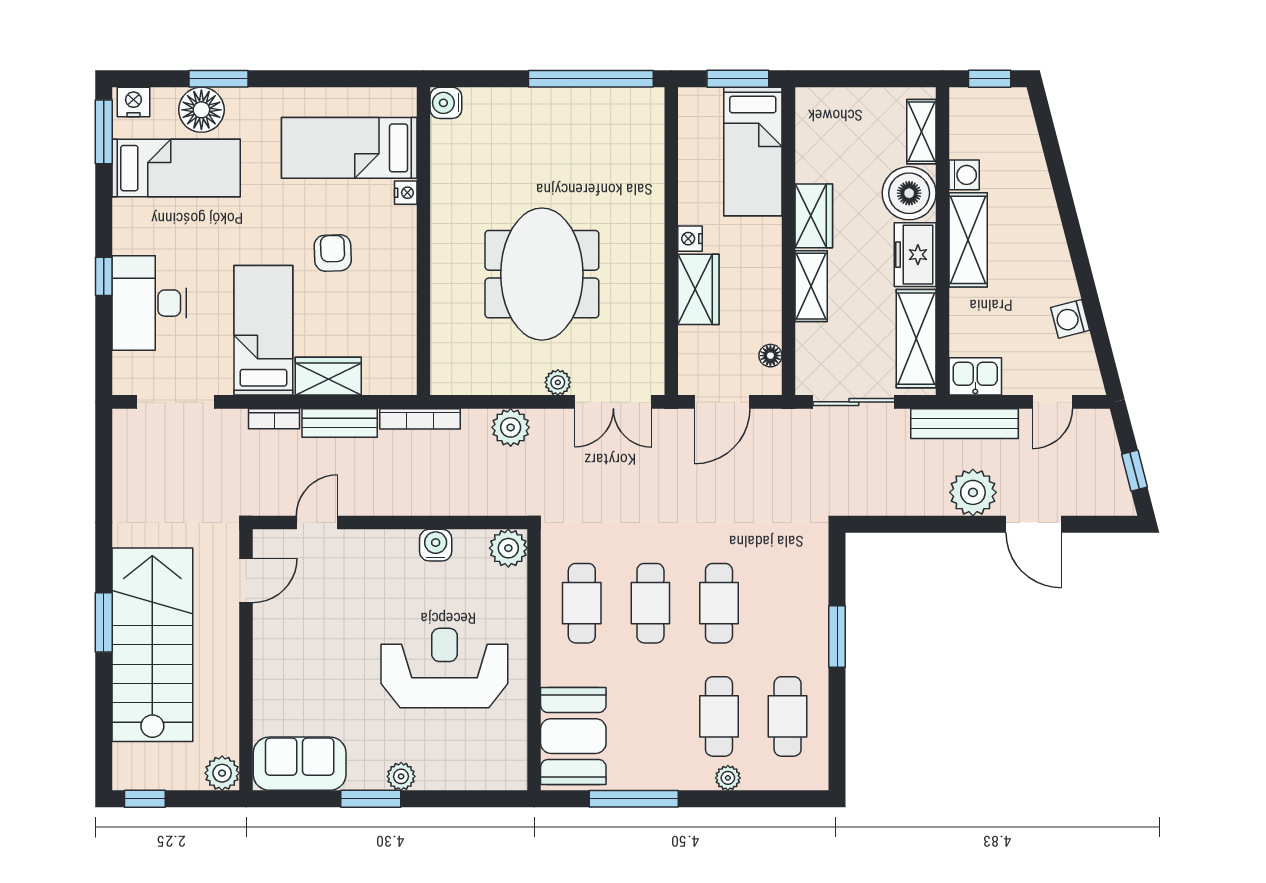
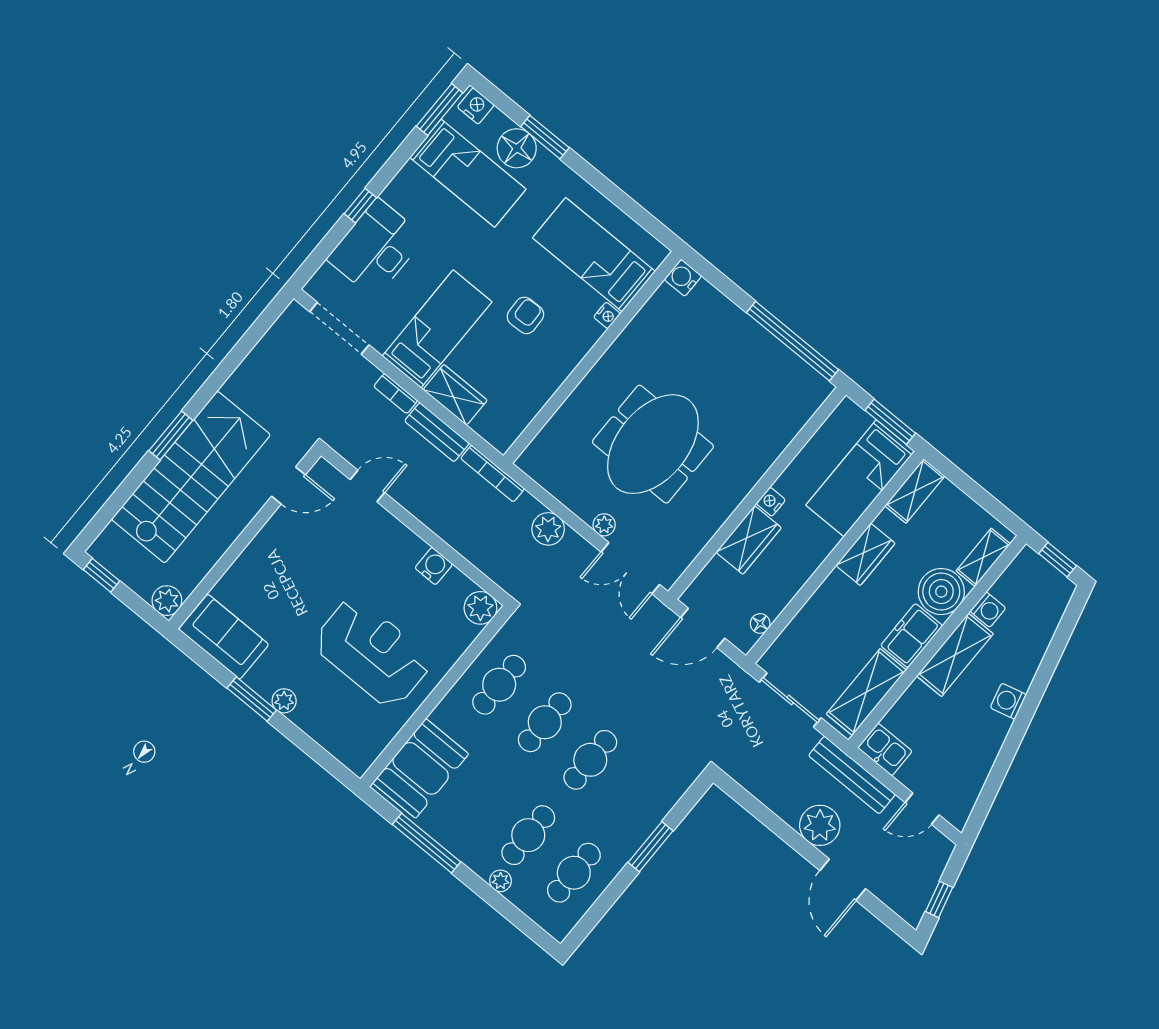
shelving: (811, 286) -> (915, 491), moved
washing machine: (1070, 319) -> (1008, 701), moved

